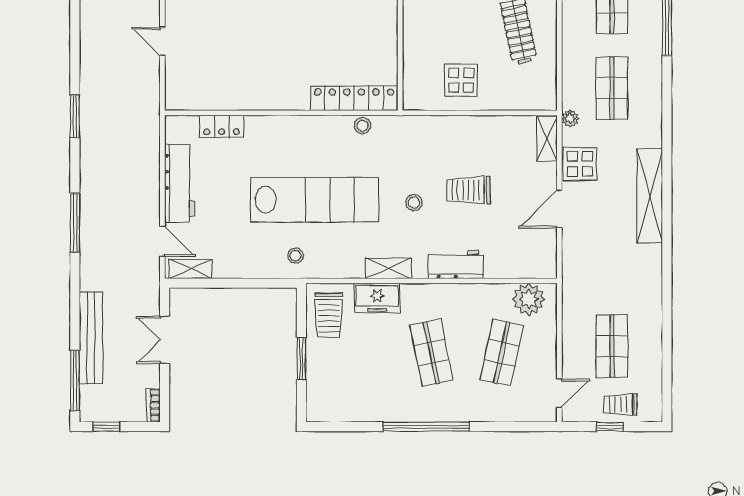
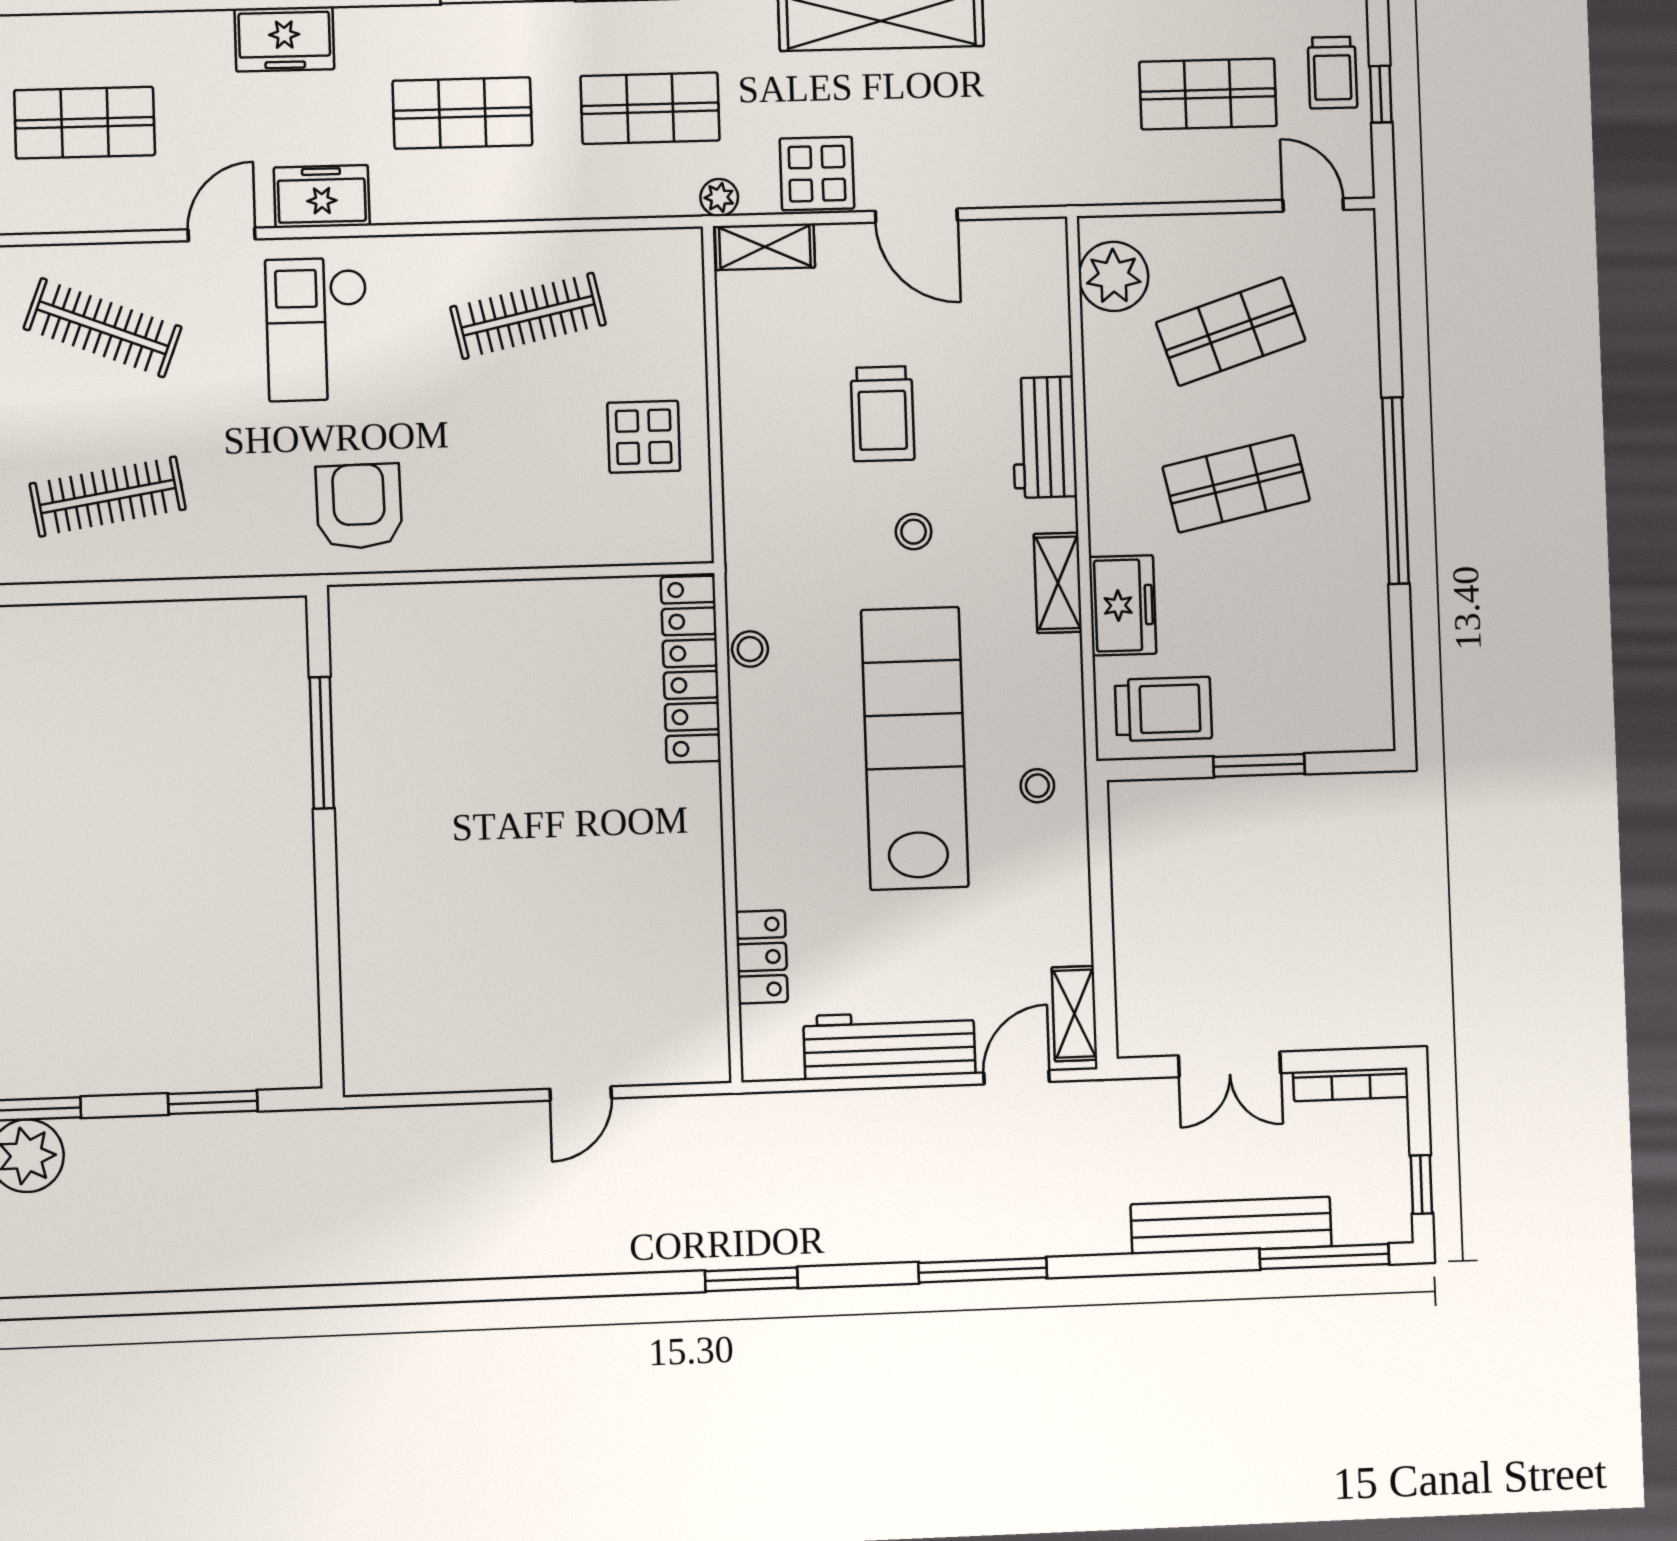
shop shelf: (502, 353) -> (1231, 332), turned -30
bookcase: (153, 405) -> (1351, 1084), width x1.56

